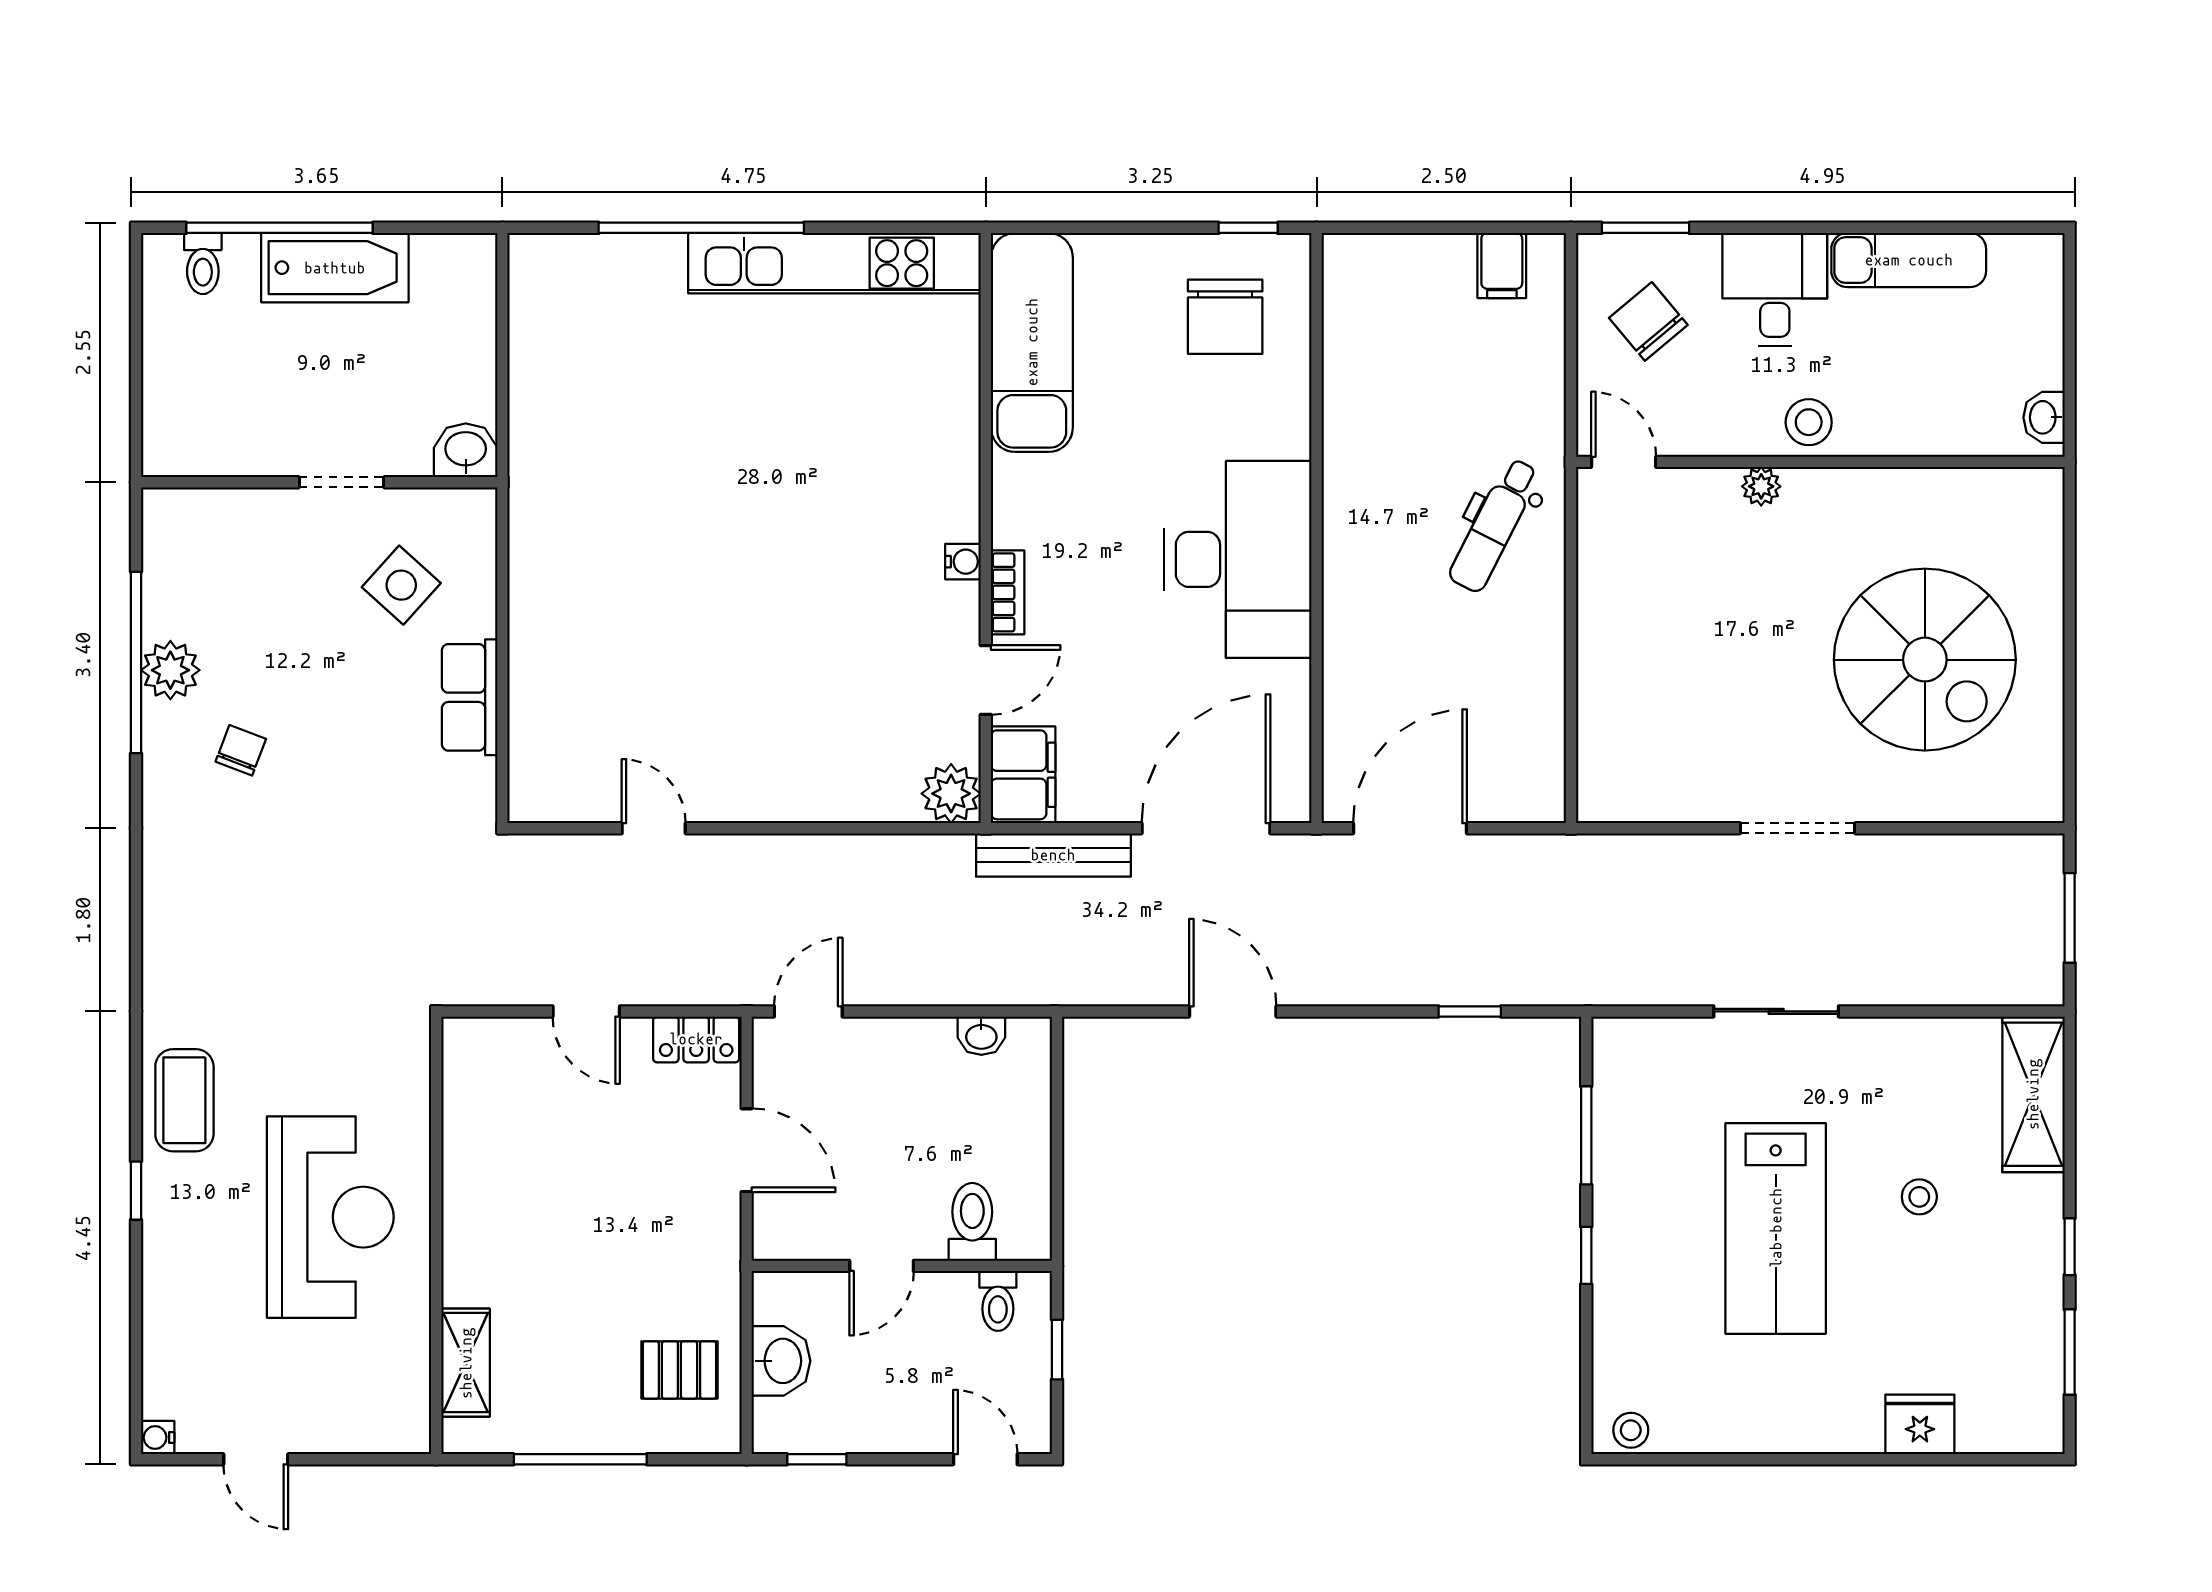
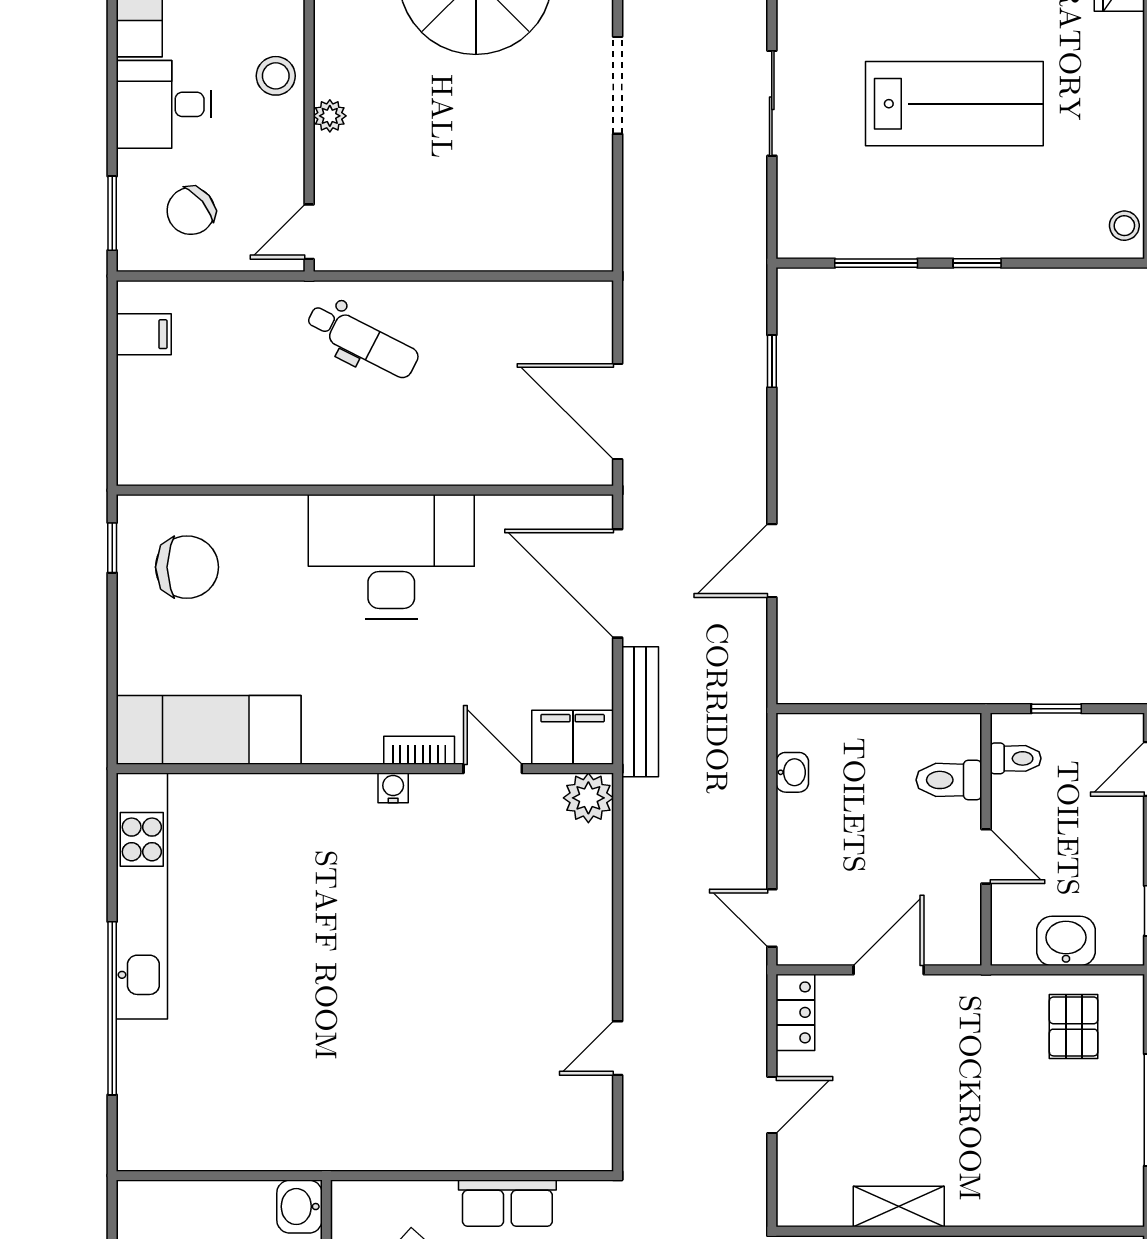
shelving: (466, 1363) -> (899, 1207), moved

